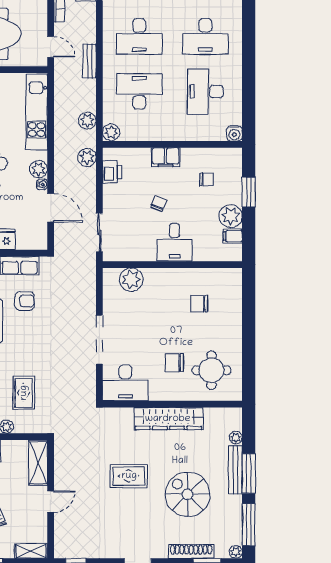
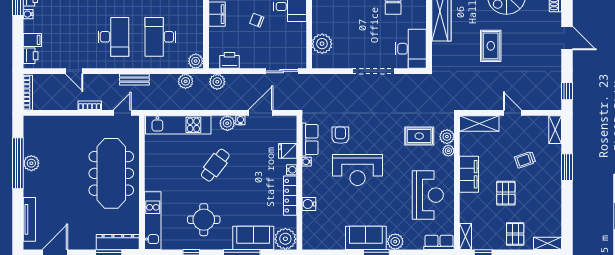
plant: (23, 425) -> (447, 137), added

